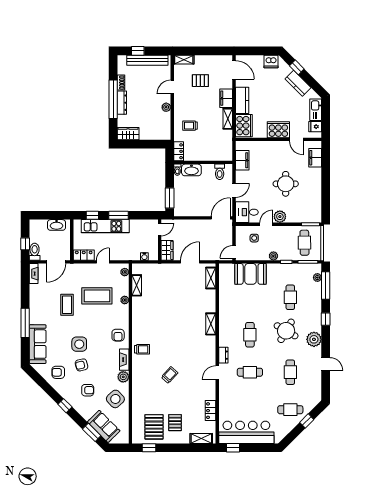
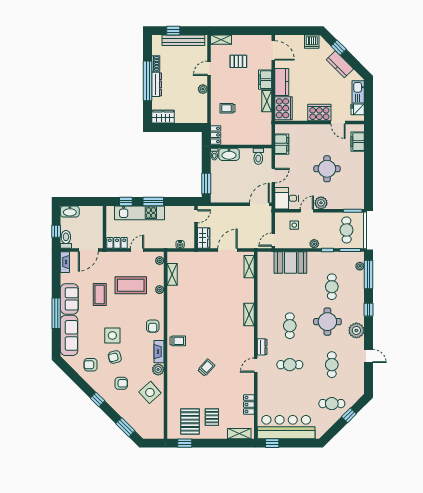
washbasin: (57, 225) -> (70, 212), moved
round table: (286, 331) -> (327, 322), turned -30
sofa: (104, 426) -> (69, 299), moved, turned 45

